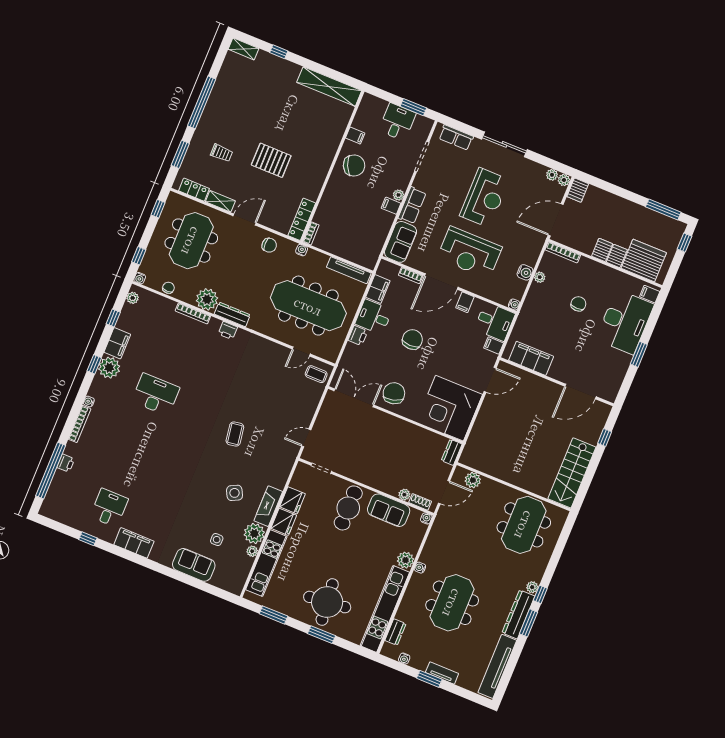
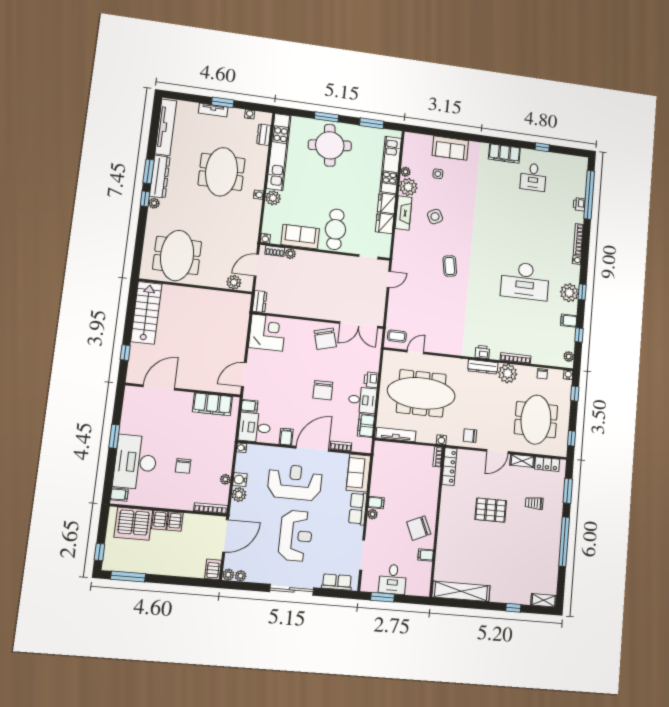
reception desk: (484, 198) -> (296, 536), turned 180
plant: (530, 257) -> (239, 495), added
filing cabinet: (117, 343) -> (569, 321), width x0.50
desk: (156, 395) -> (525, 281), width x1.36, depth x1.30
corner desk: (449, 408) -> (267, 333), width x0.74, depth x0.74

